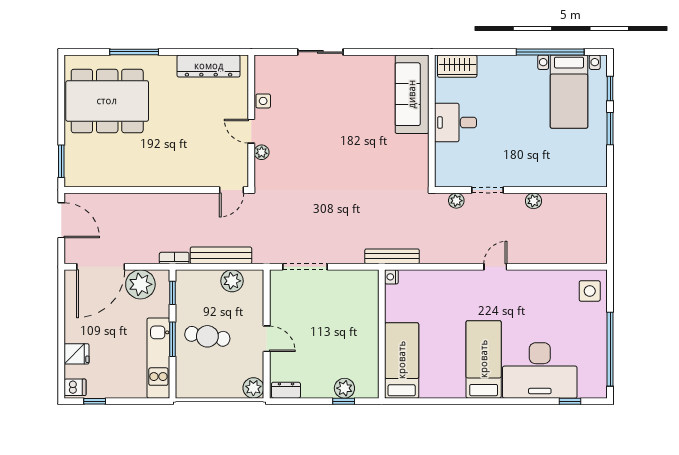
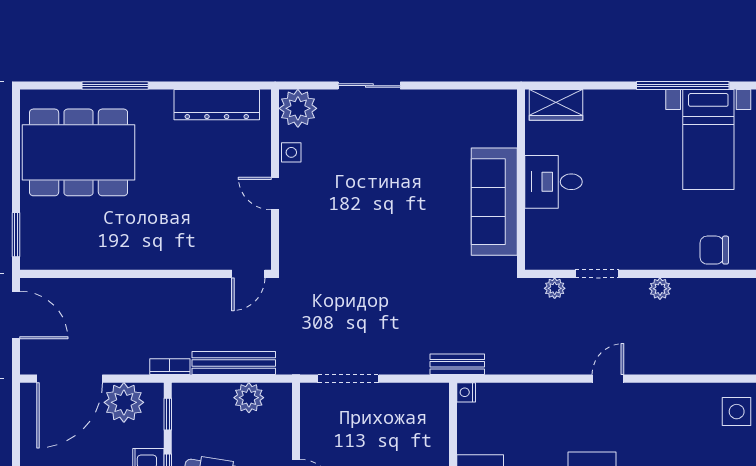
sofa: (412, 94) -> (494, 202), moved
plant: (262, 152) -> (298, 108), moved, width x1.87, depth x1.87
chair: (573, 173) -> (714, 250), added
bench: (392, 256) -> (457, 364), width x0.73

